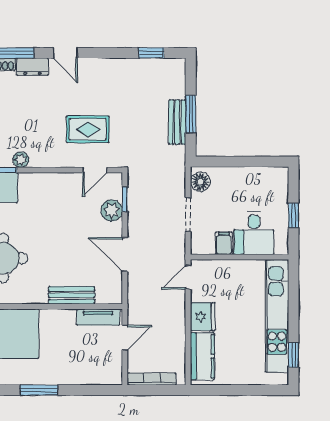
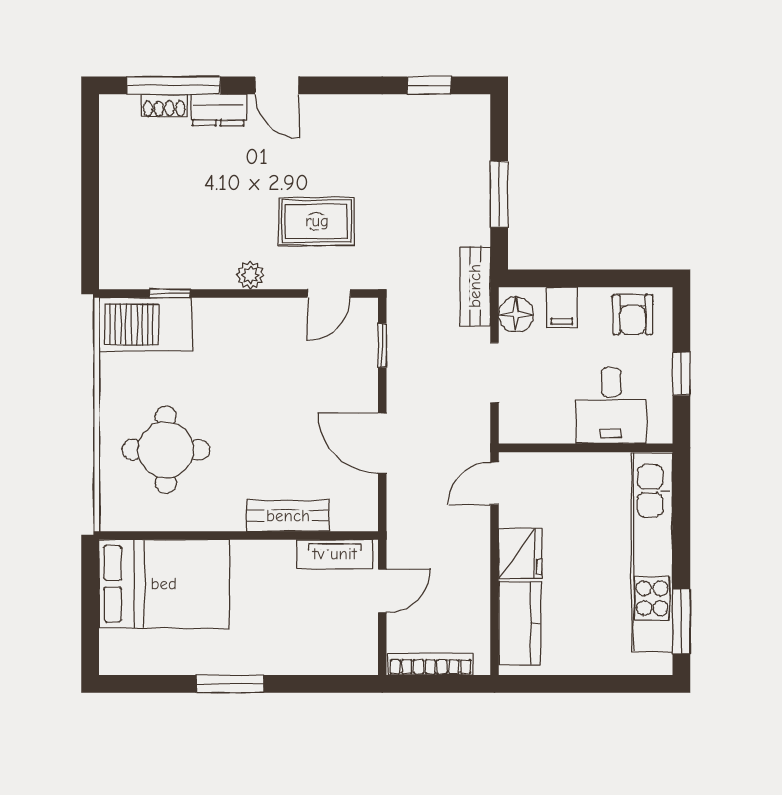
bench: (177, 122) -> (475, 286), moved
plant: (21, 160) -> (250, 275), moved
armchair: (266, 182) -> (633, 315), added
plant: (112, 211) -> (359, 365), removed
filing cabinet: (224, 243) -> (562, 307), moved, turned 180
window: (293, 355) -> (681, 621), width x1.50

